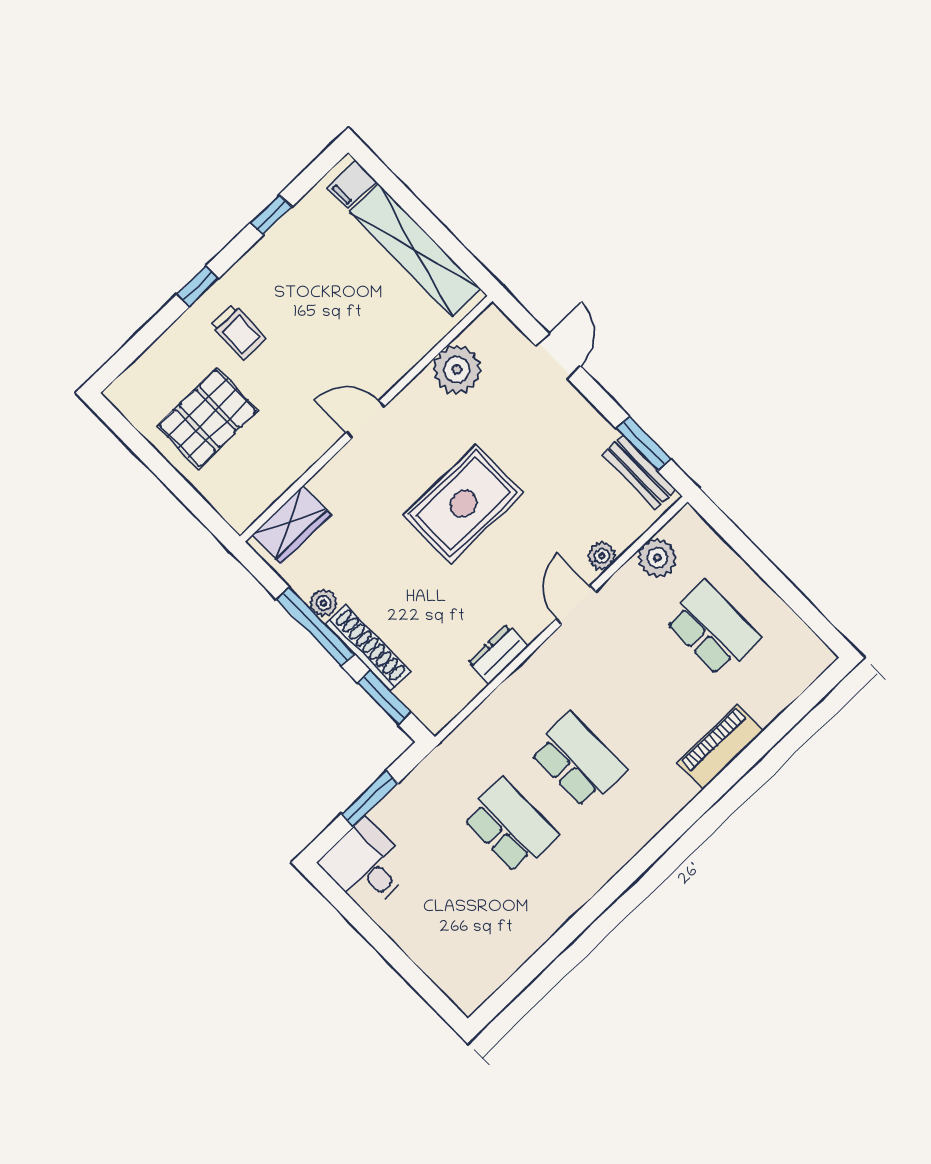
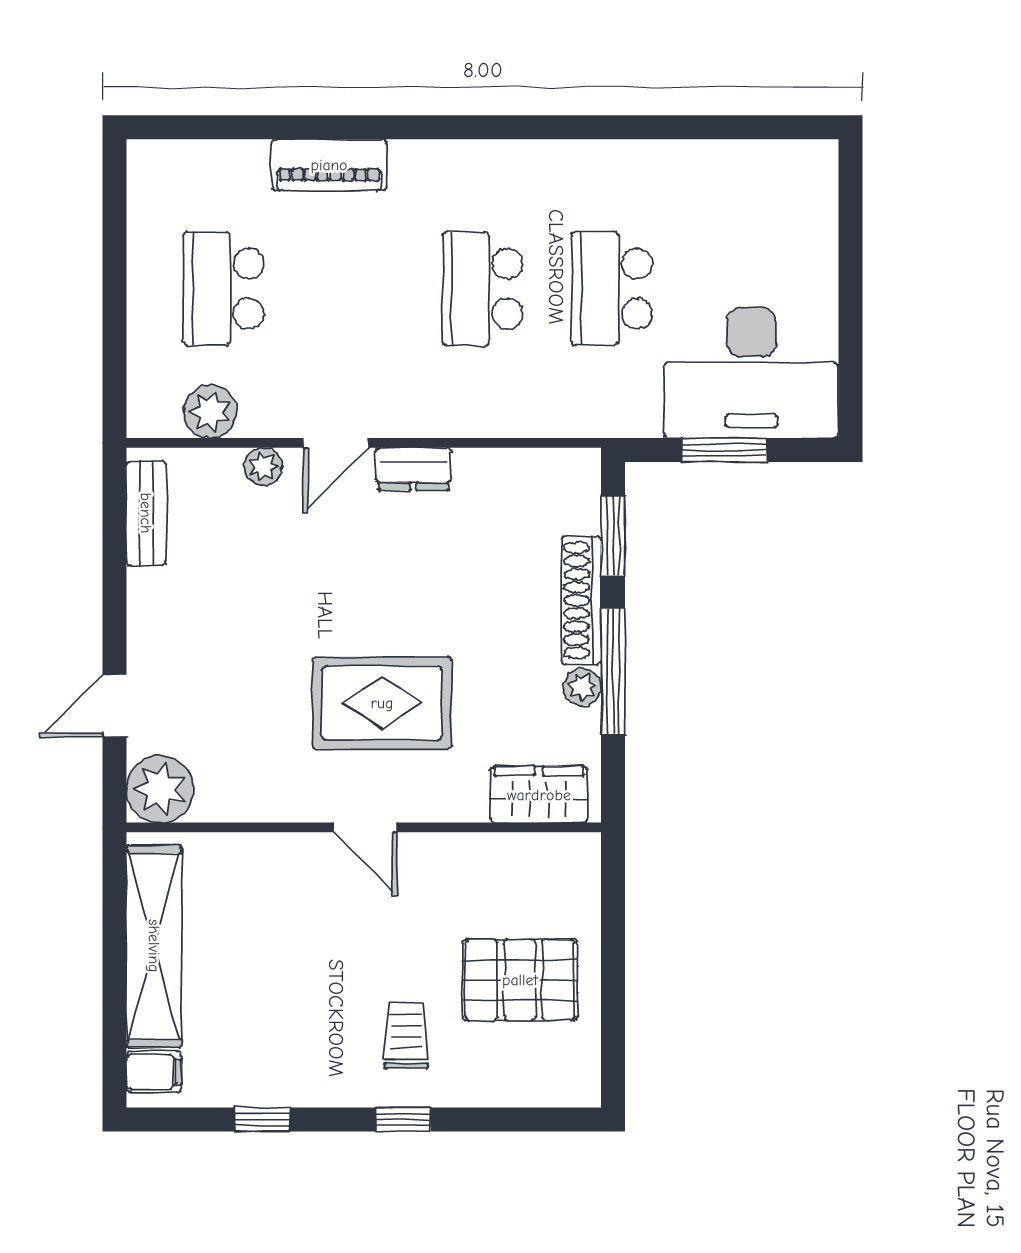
plant: (457, 370) -> (160, 789), moved
window: (643, 444) -> (115, 538), removed
rug: (463, 504) -> (382, 703), moved
dresser: (498, 654) -> (413, 469), moved
desk: (366, 865) -> (751, 373), width x1.87, depth x1.30

